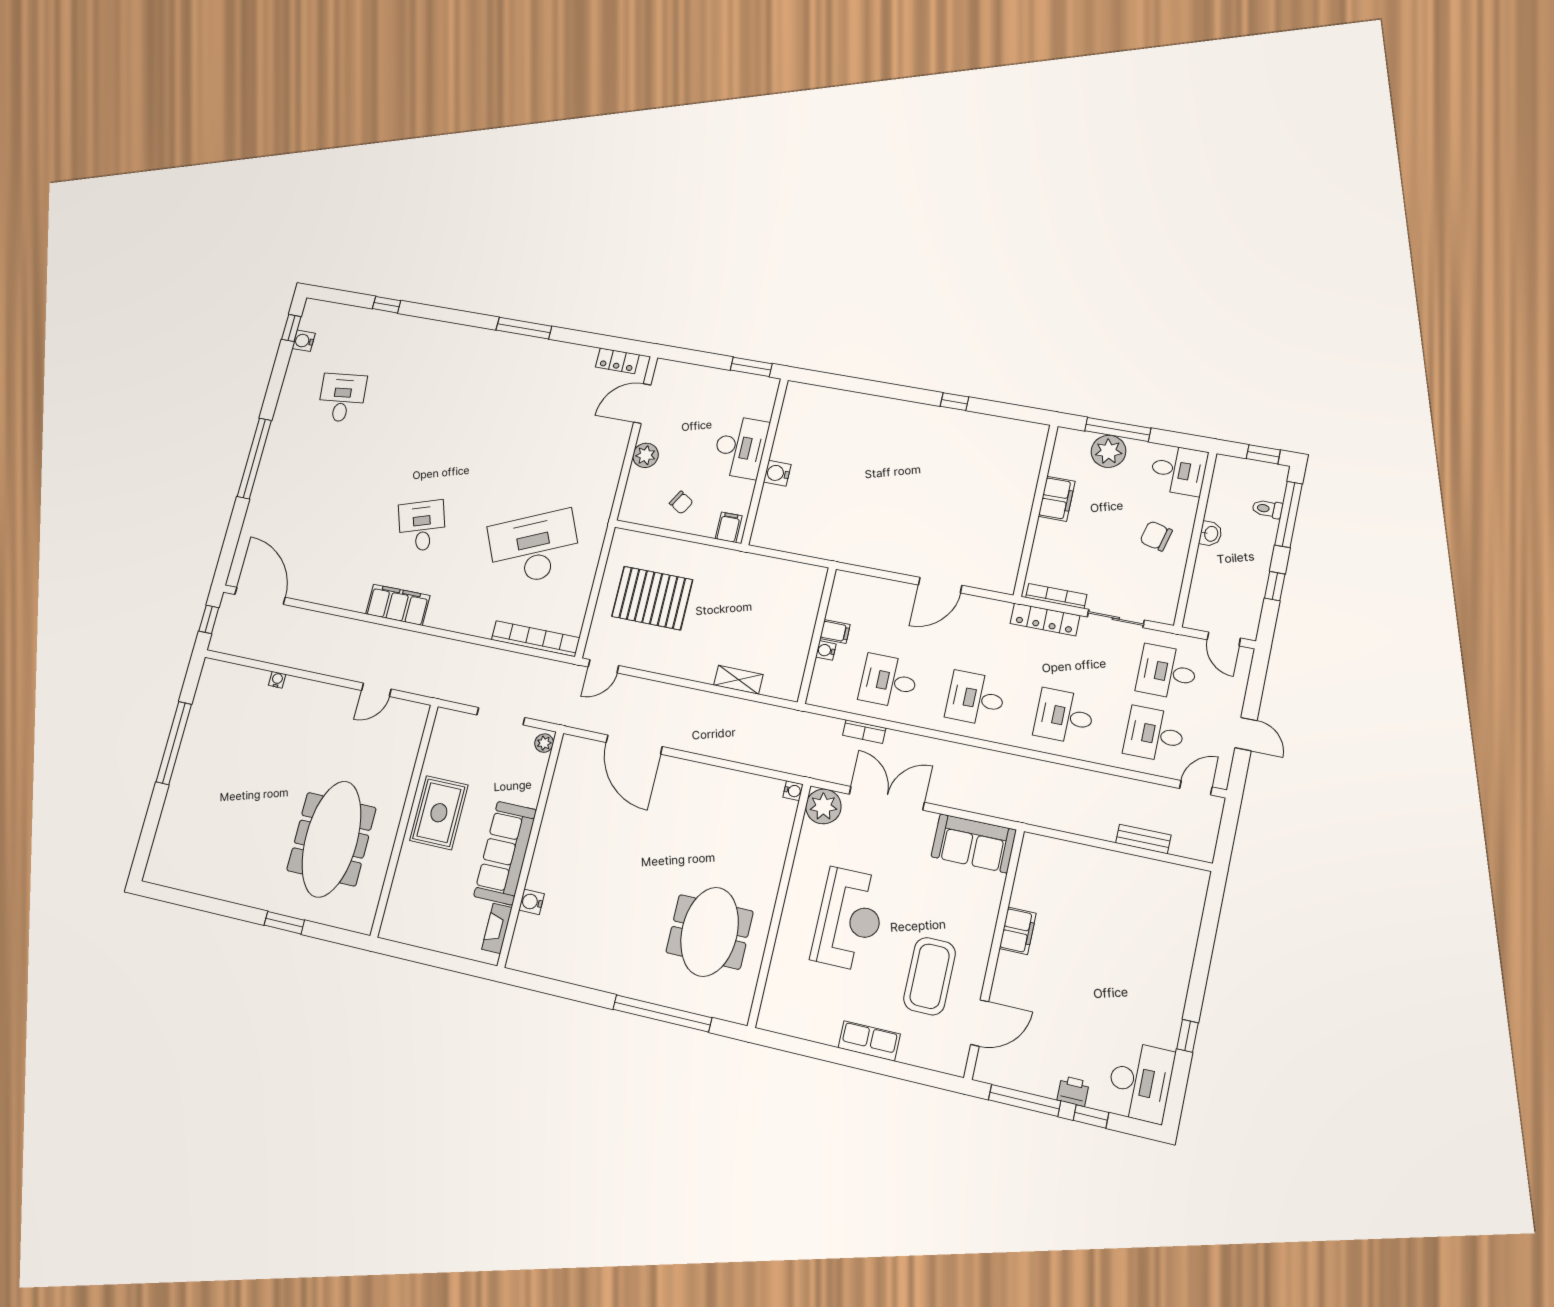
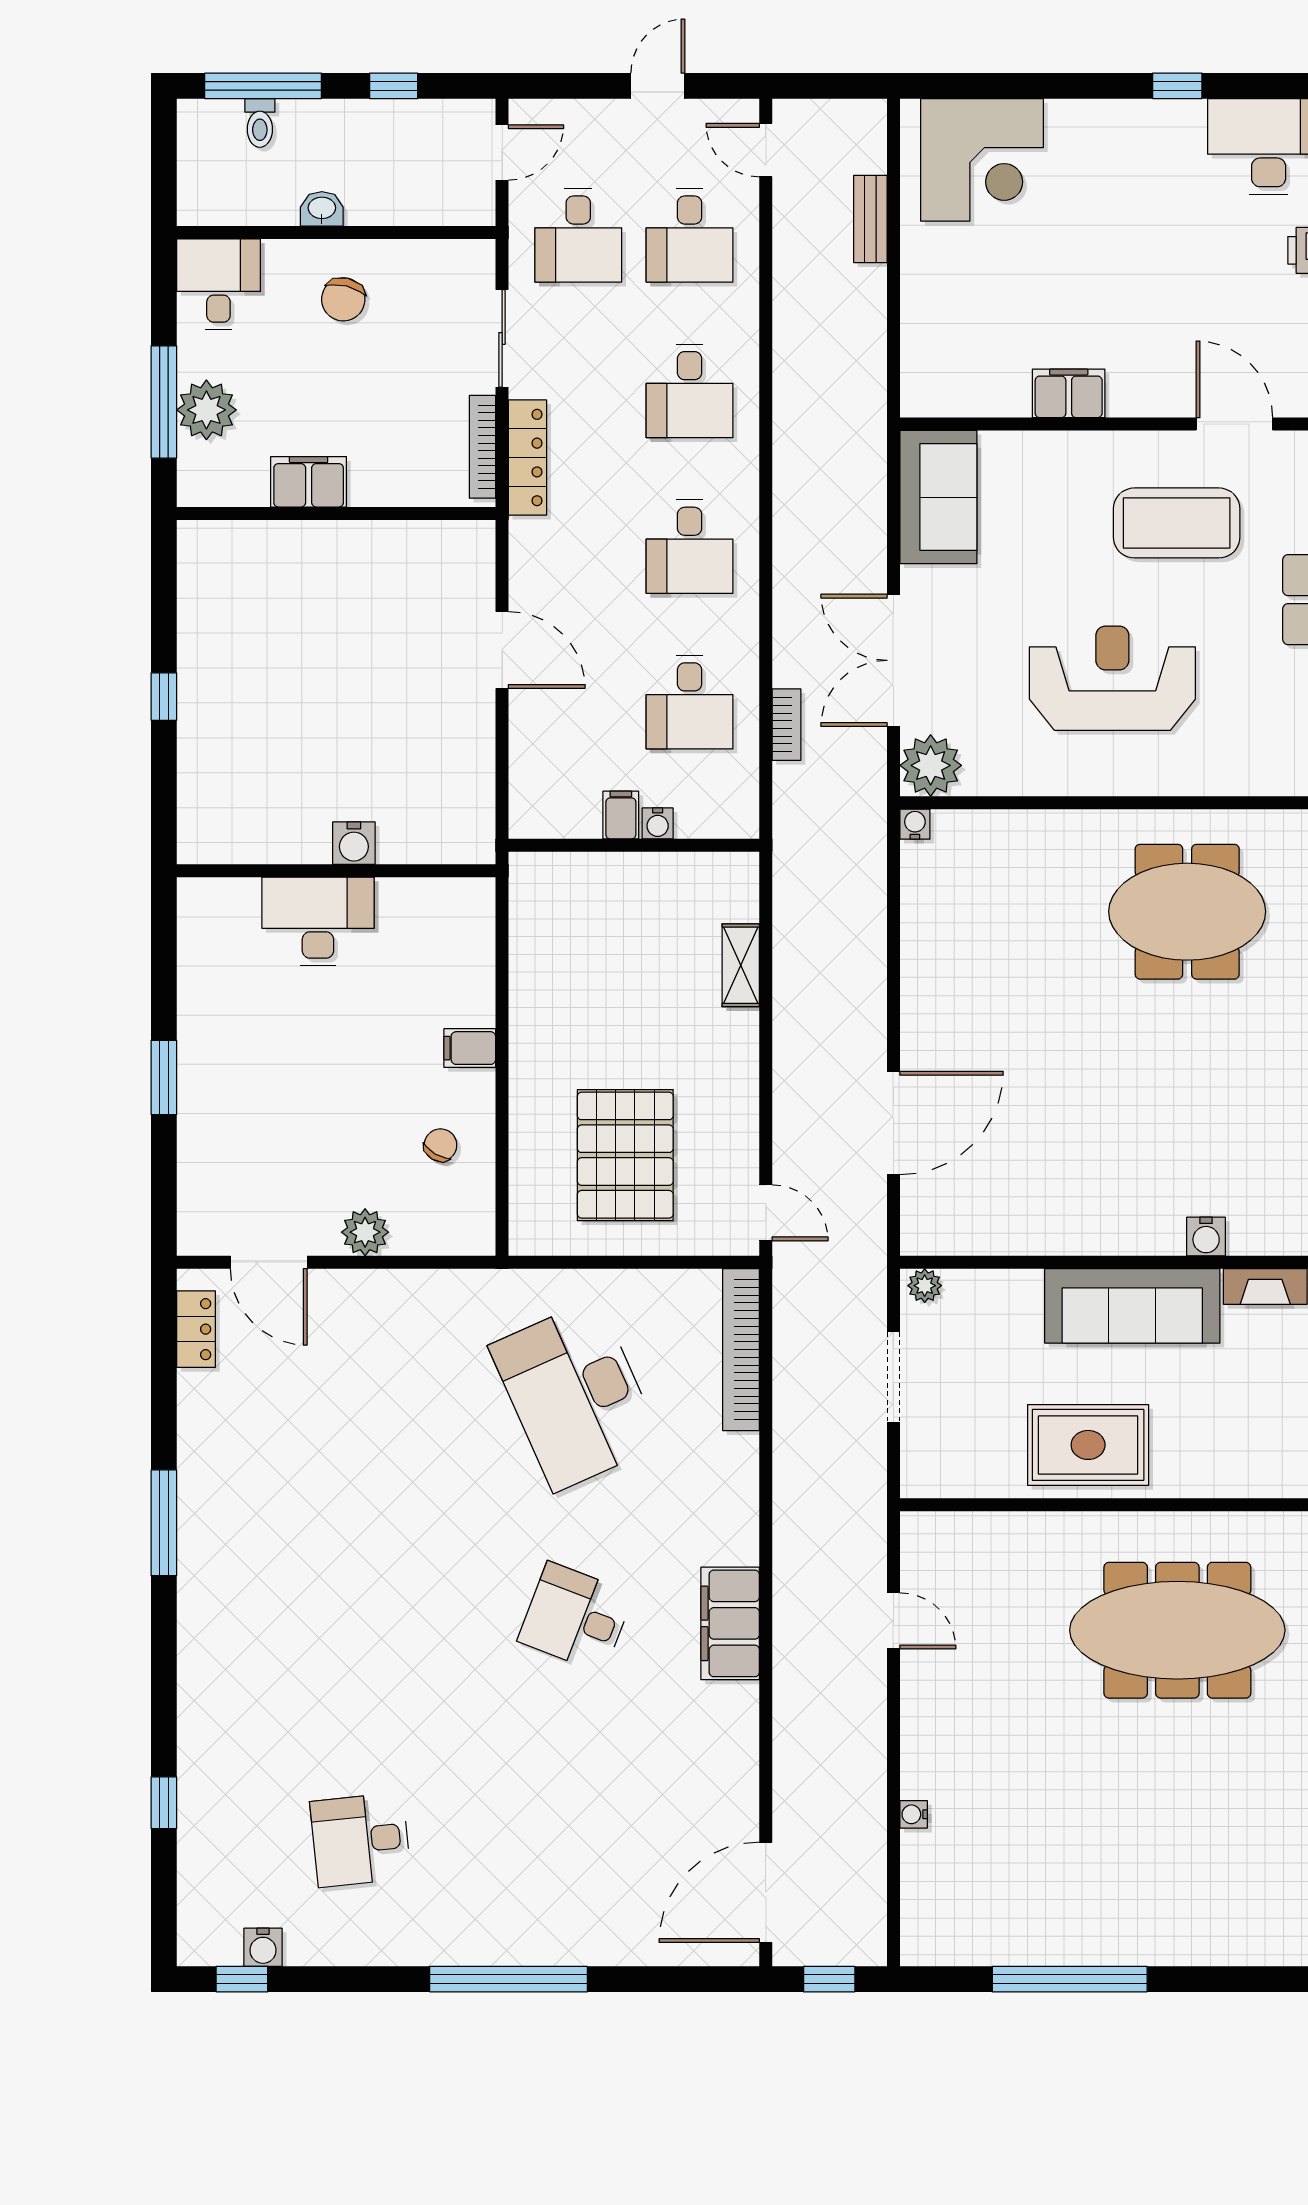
desk: (740, 447) -> (318, 921), moved
window: (1263, 454) -> (164, 147), removed
wall: (765, 461) -> (336, 871), moved
water cooler: (777, 473) -> (354, 843), moved
desk: (422, 526) -> (576, 1617), turned 39
corner desk: (1166, 911) -> (982, 160), added

